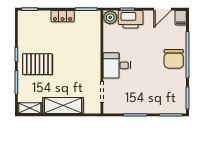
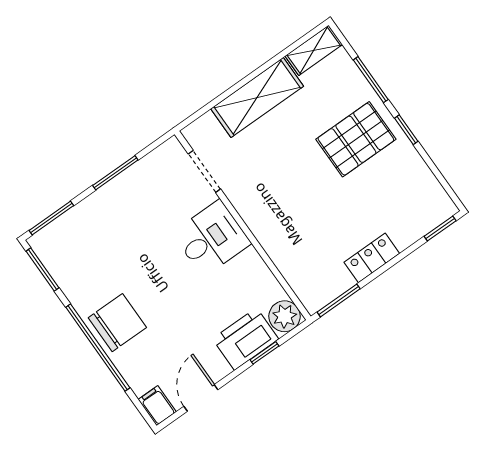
chair: (174, 59) -> (117, 323), turned 90

